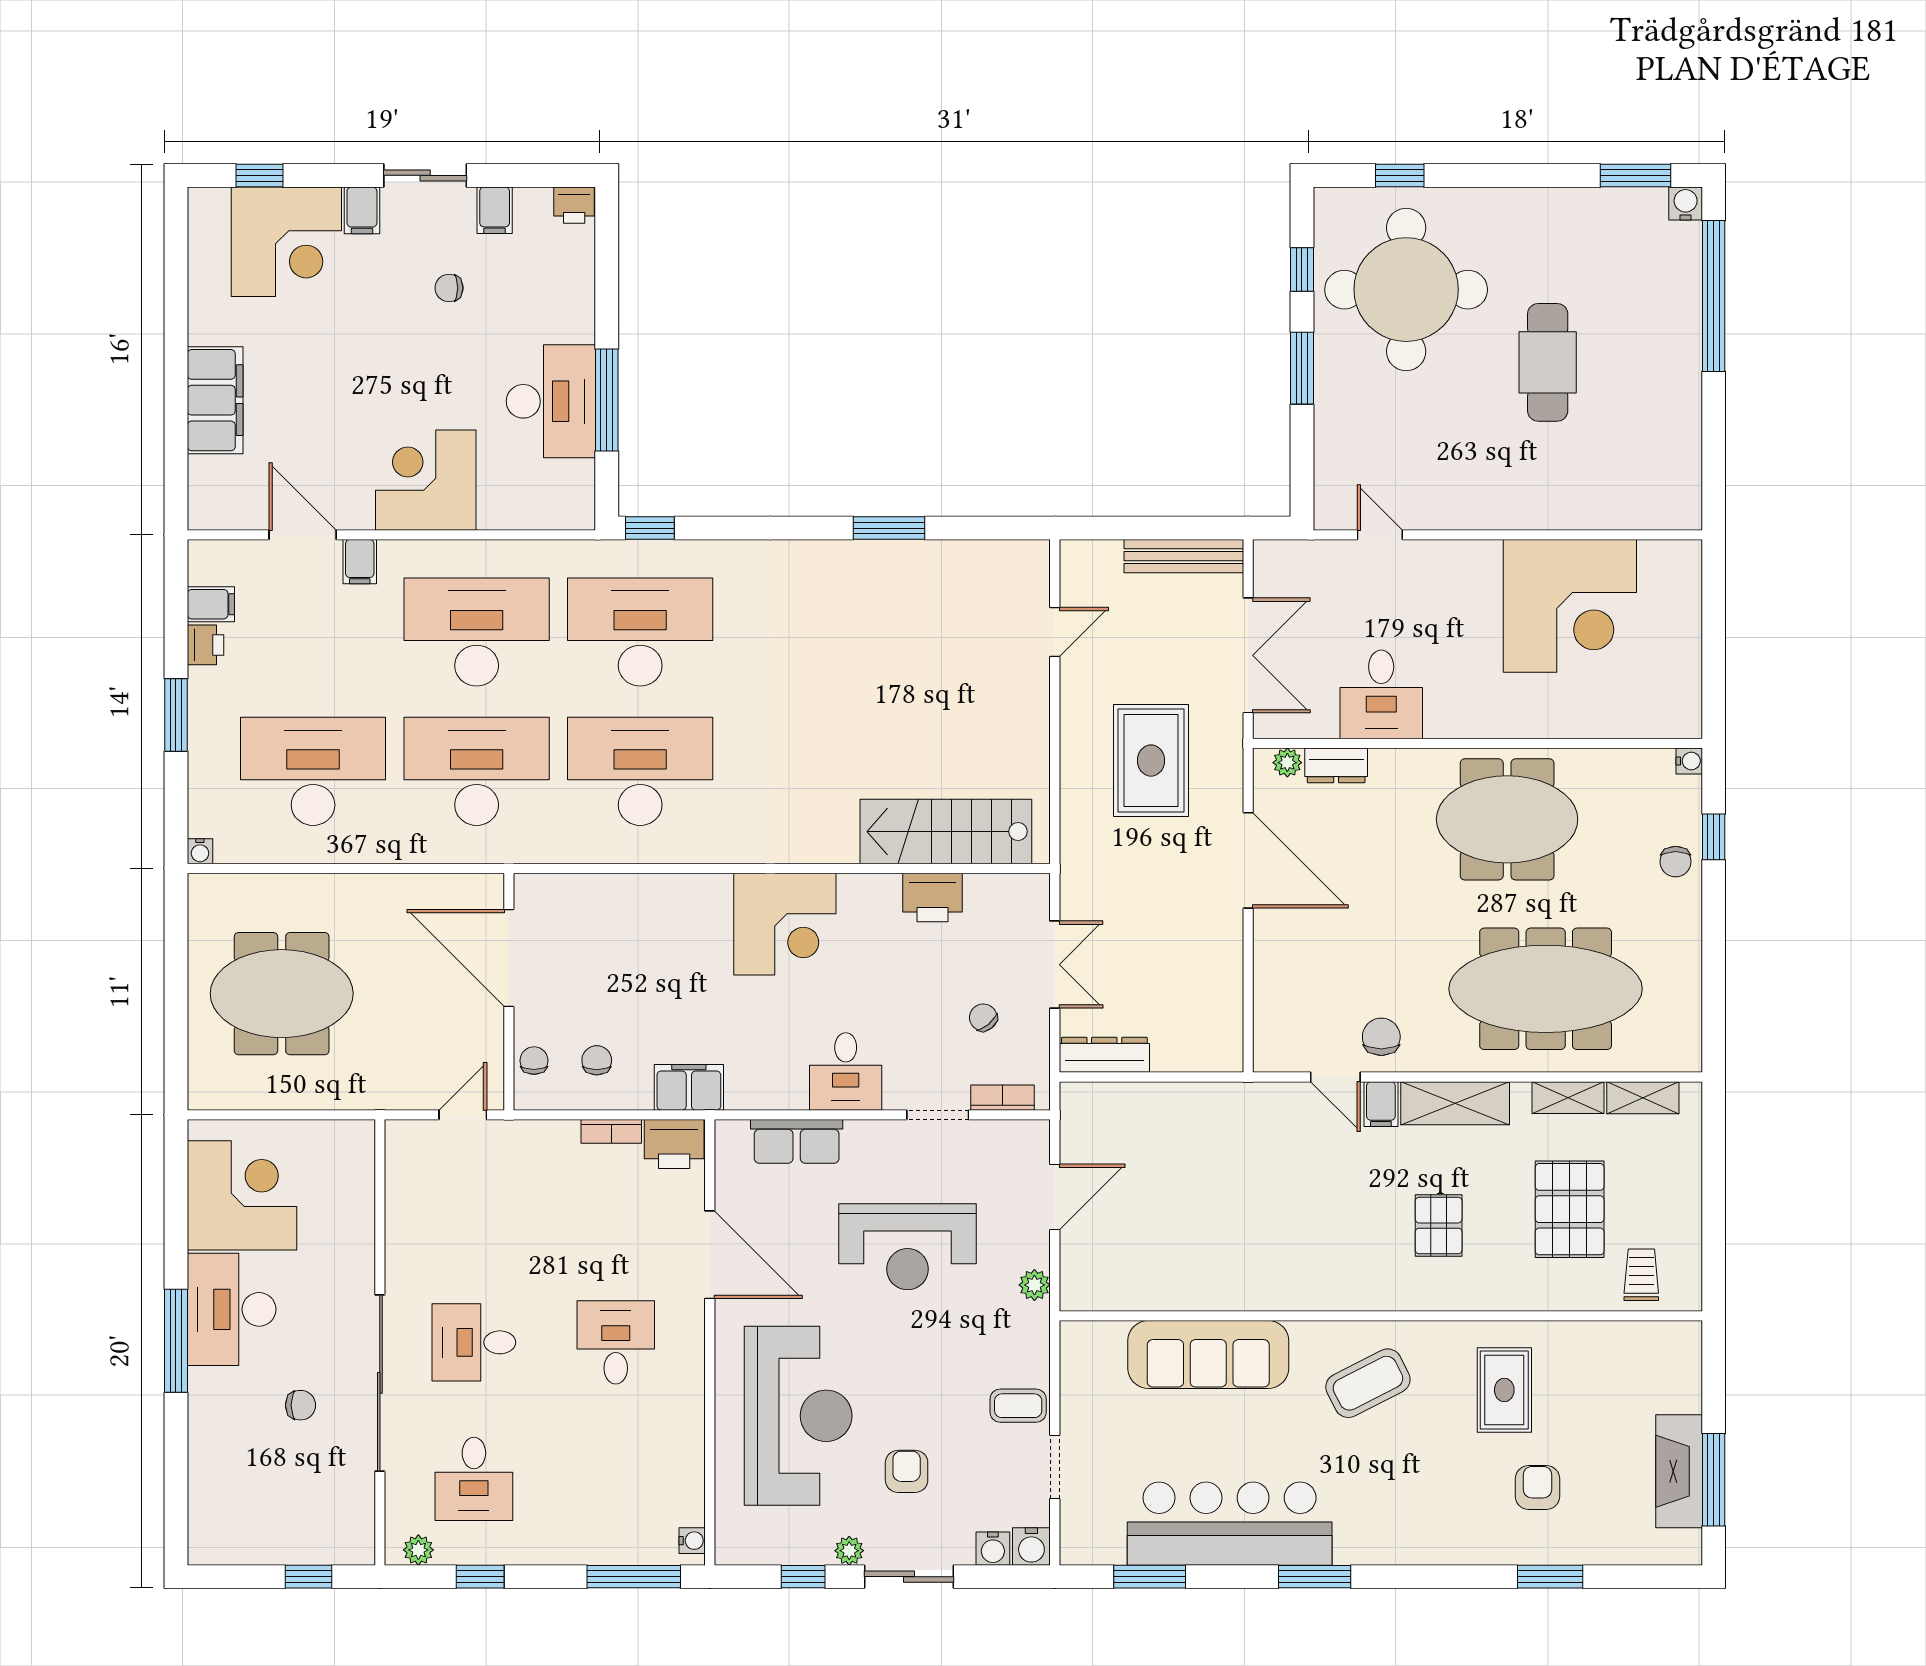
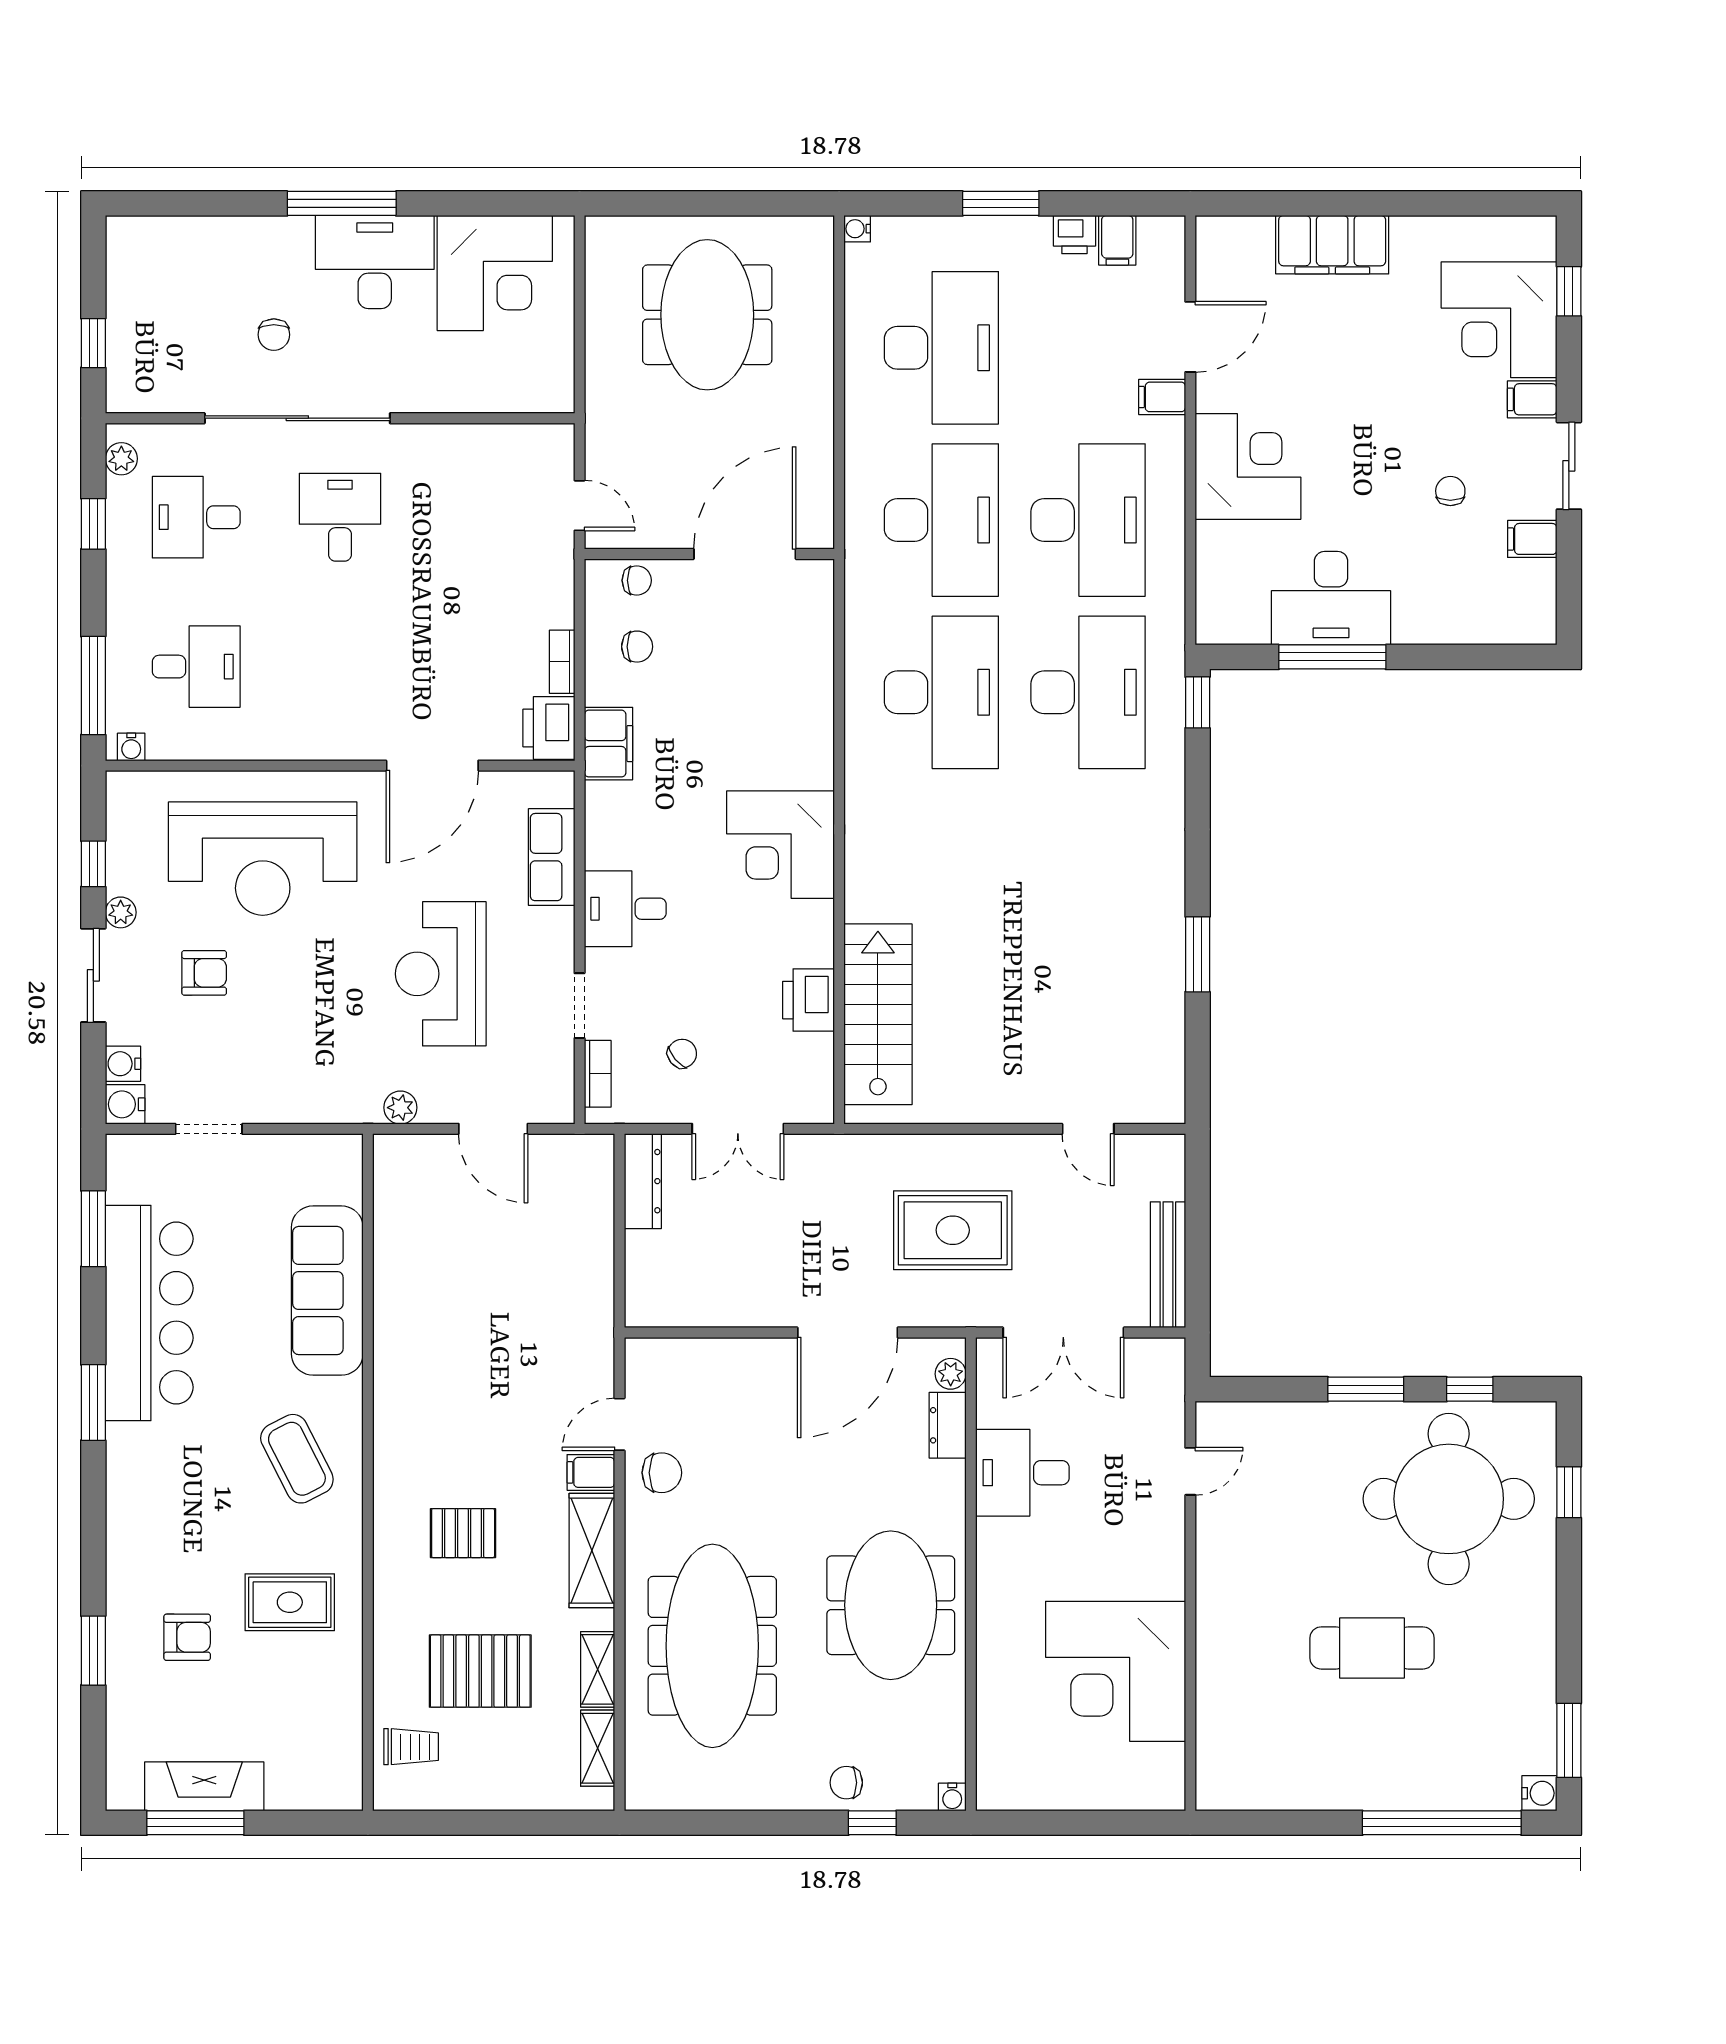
printer: (574, 205) -> (1538, 623), removed
desk: (616, 1342) -> (196, 667), moved
coffee table: (1018, 1406) -> (273, 1090), removed

